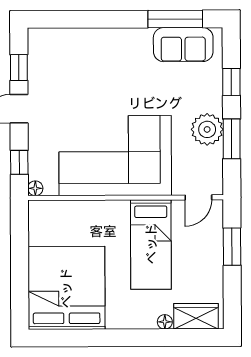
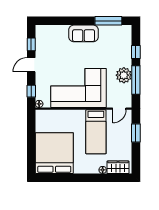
sofa: (183, 45) -> (84, 33), moved
window: (232, 139) -> (136, 80), width x1.44

